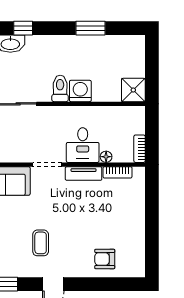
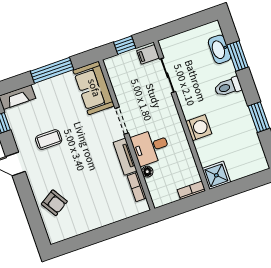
window: (23, 28) -> (238, 56), width x1.50
toilet: (60, 88) -> (228, 87), moved, turned 180
bookcase: (140, 149) -> (191, 190), moved
armchair: (105, 259) -> (54, 203), turned 148

